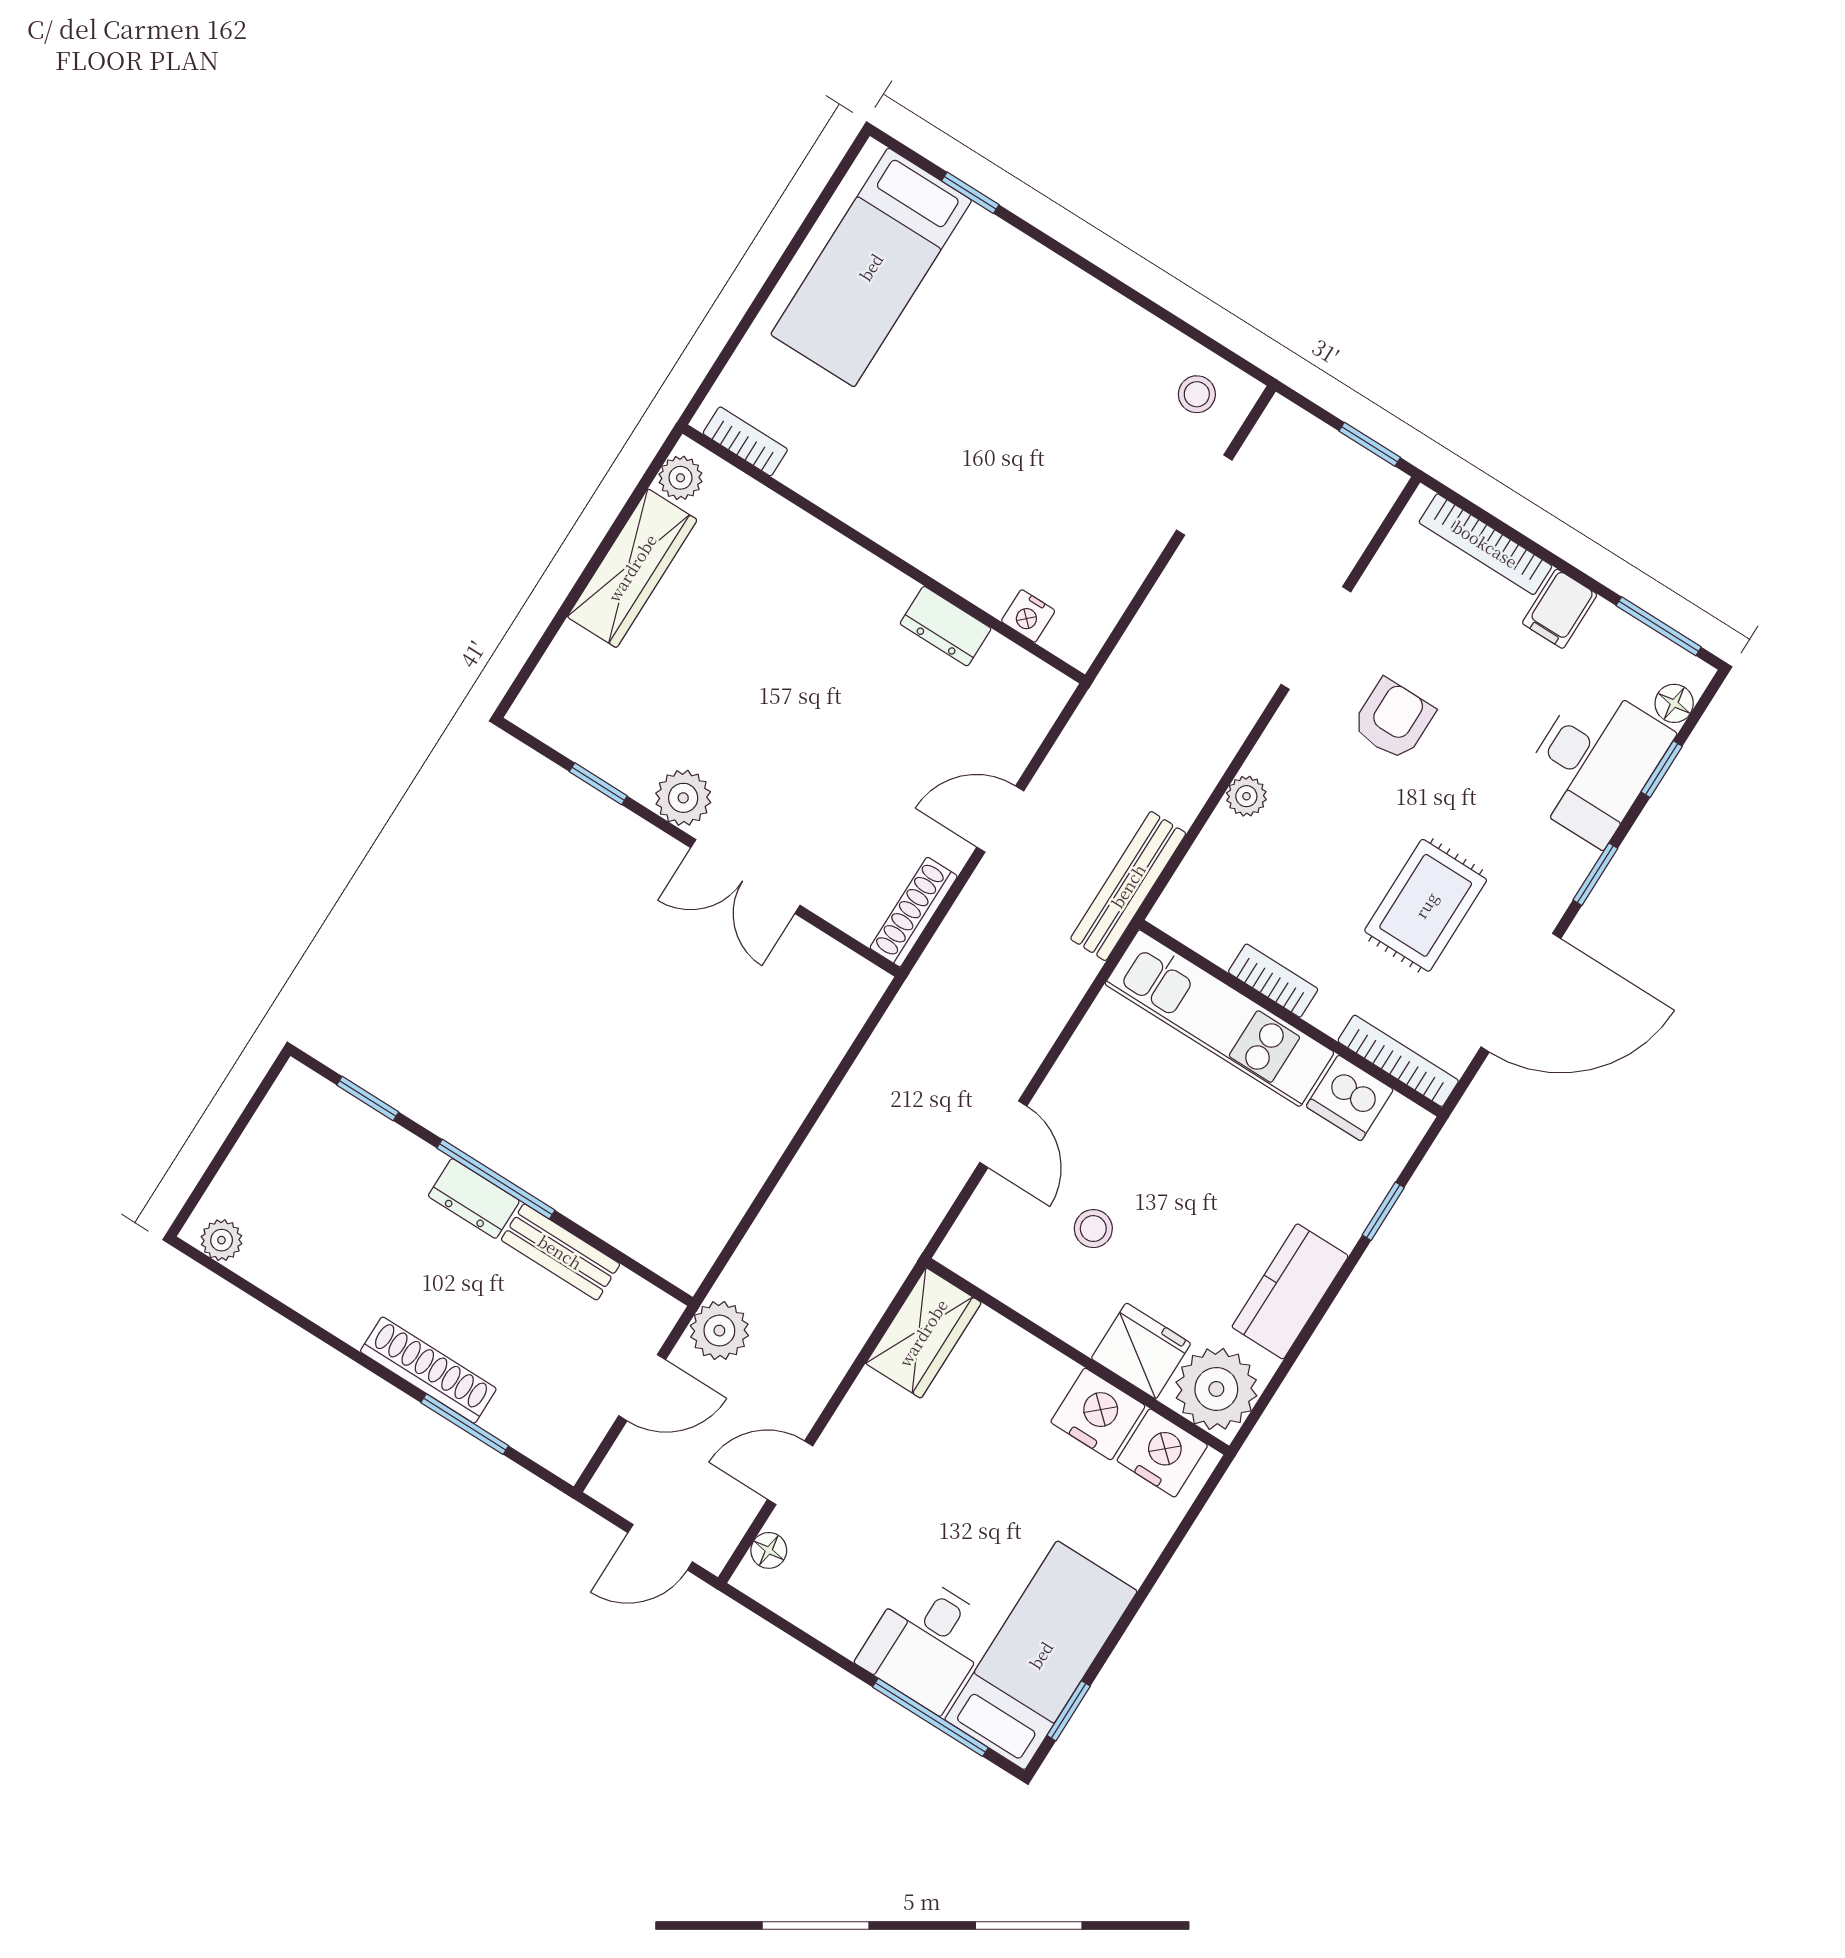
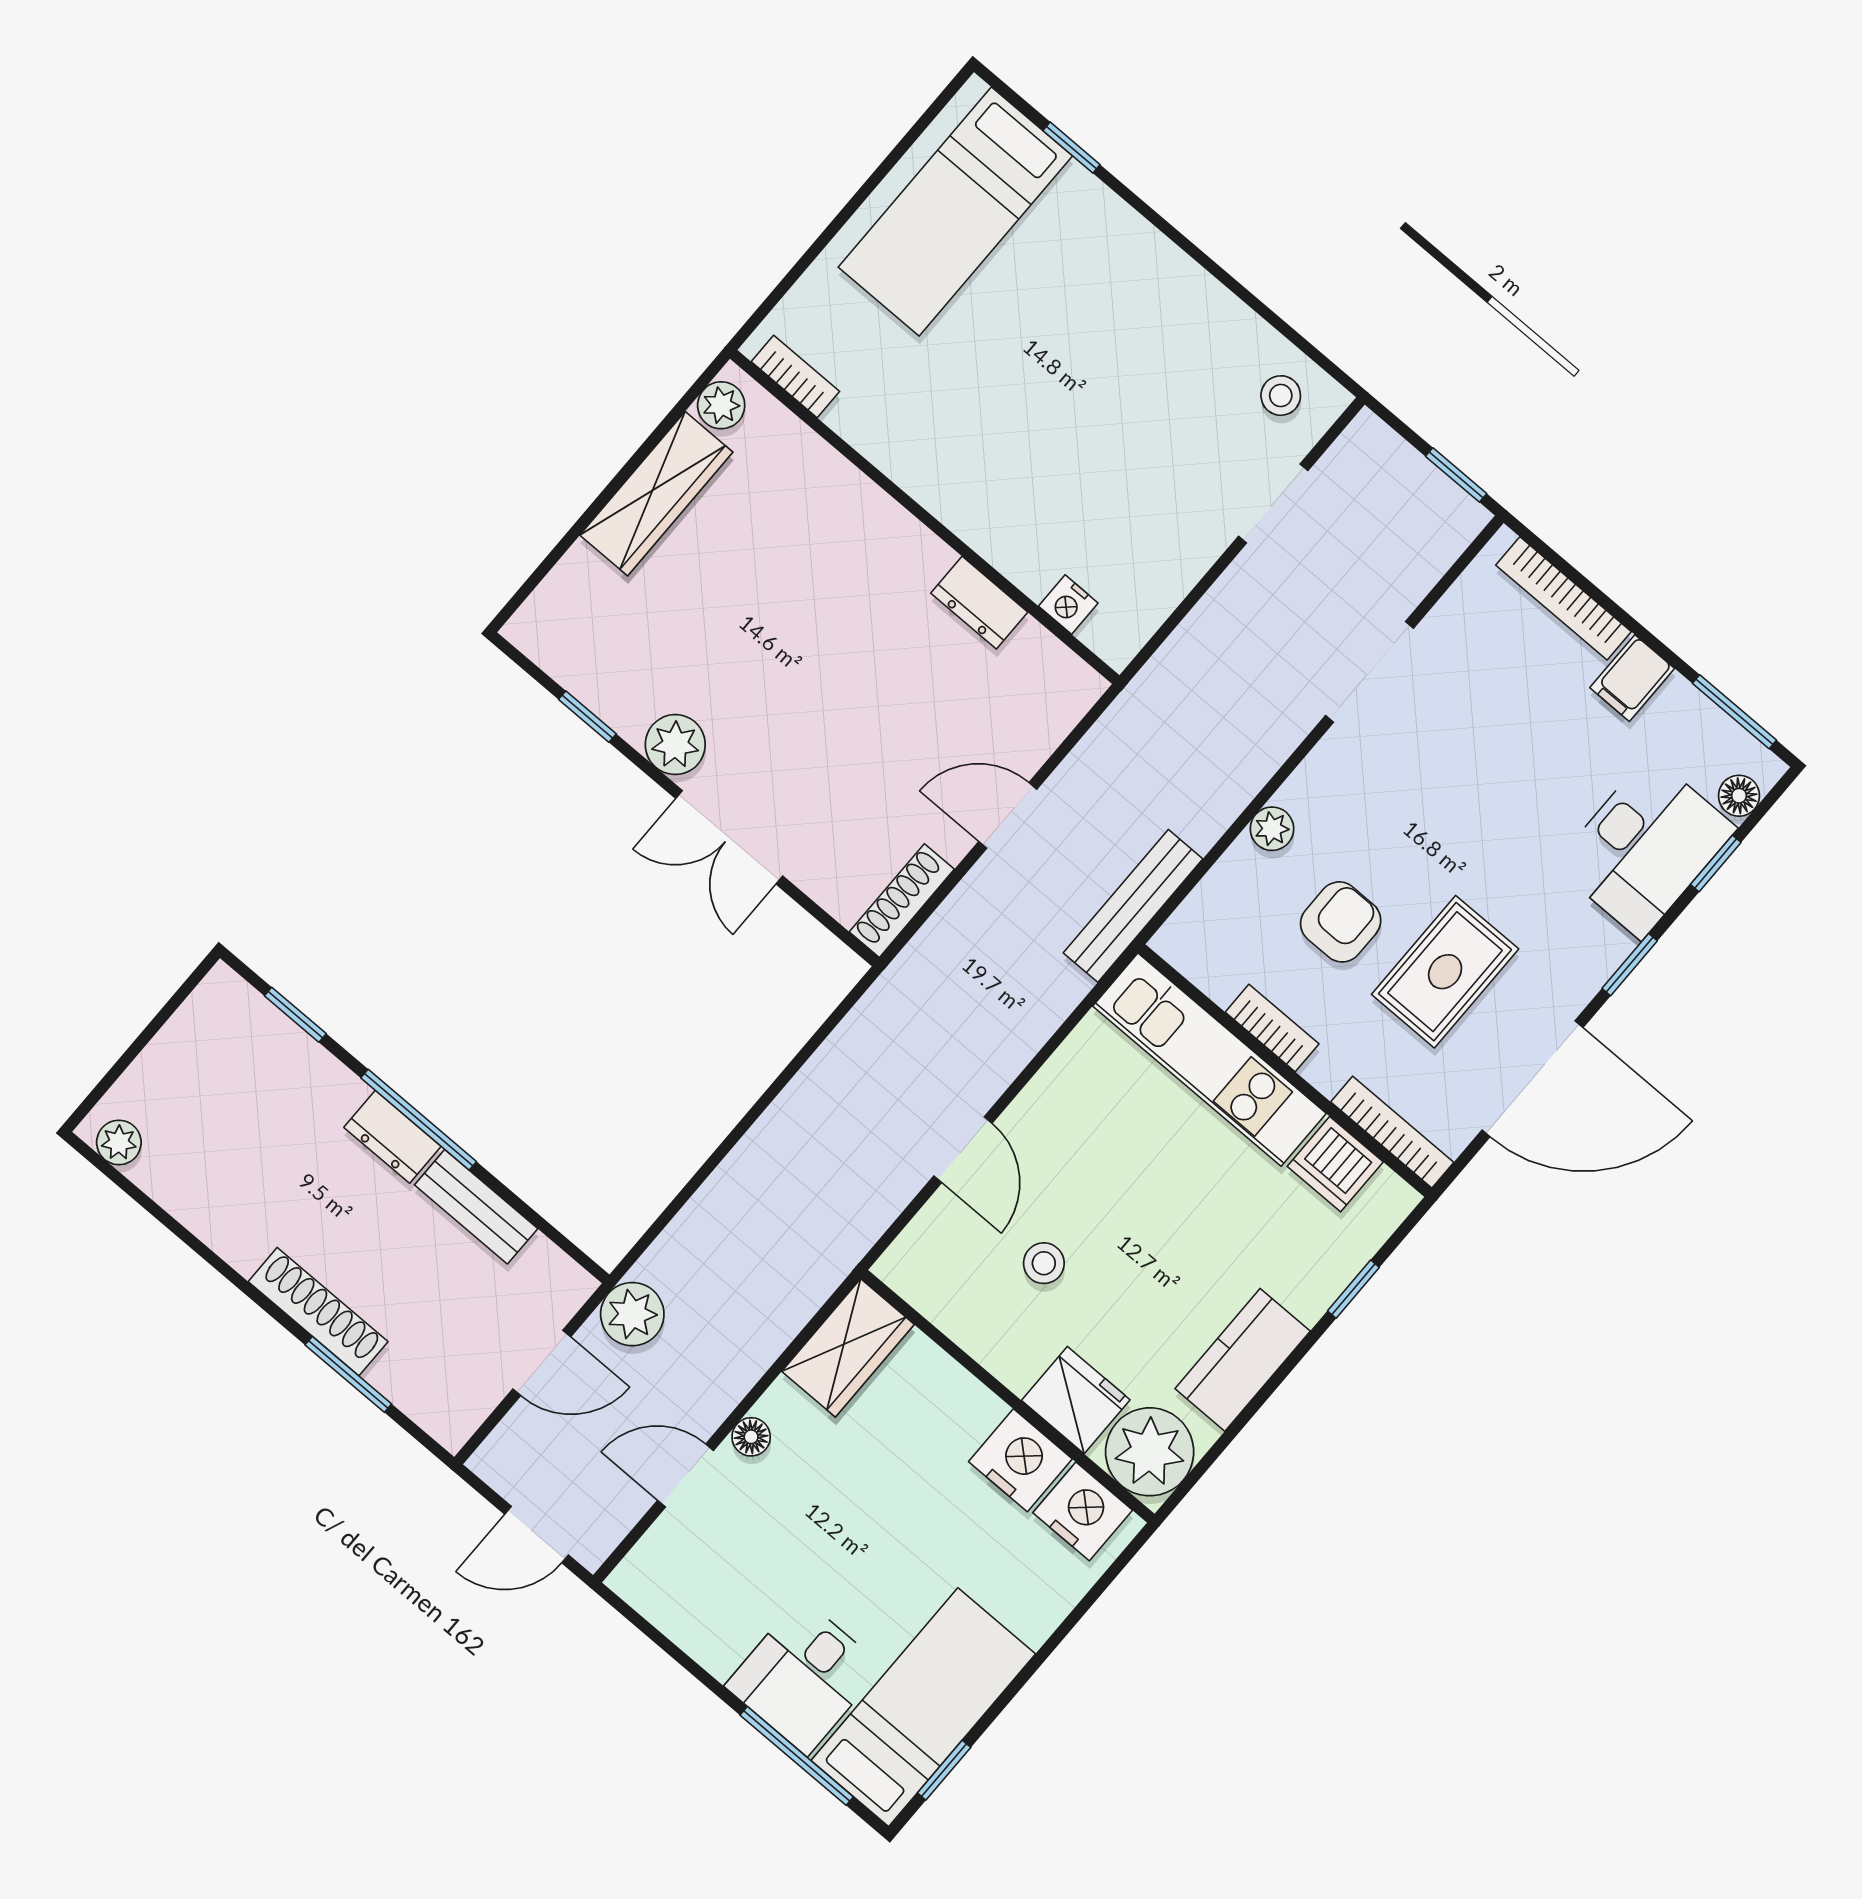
armchair: (1393, 719) -> (1341, 922), moved
floor lamp: (769, 1550) -> (751, 1437), moved

